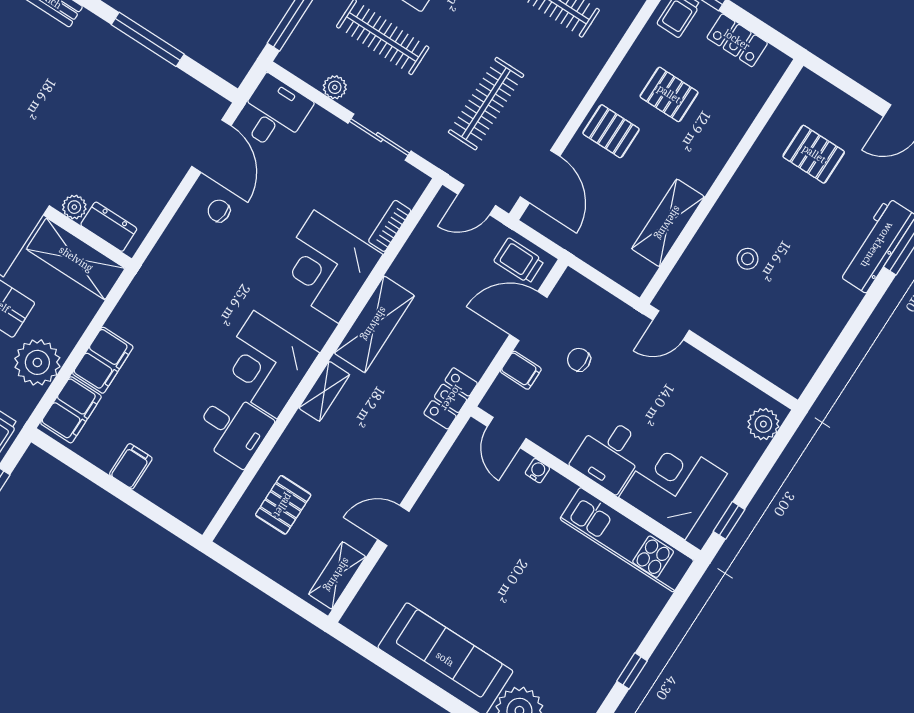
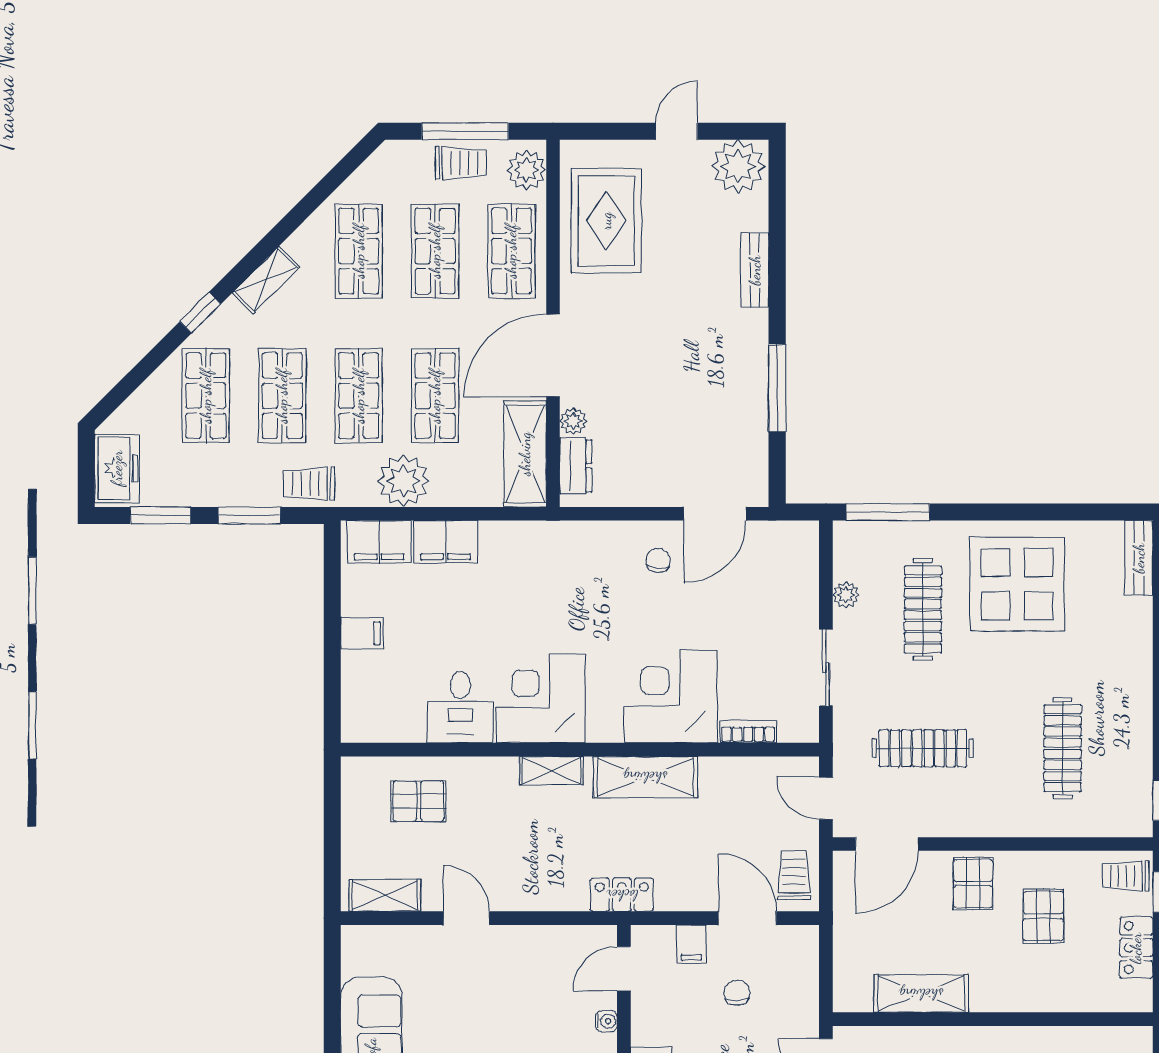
desk: (274, 113) -> (784, 553), removed

